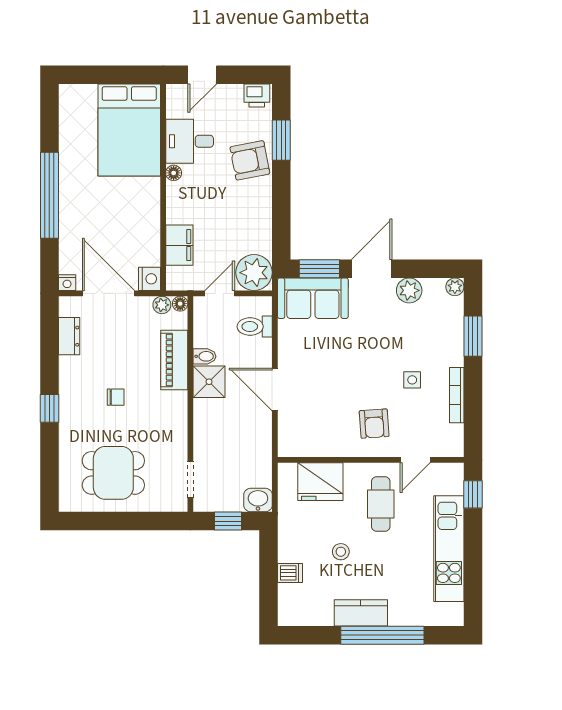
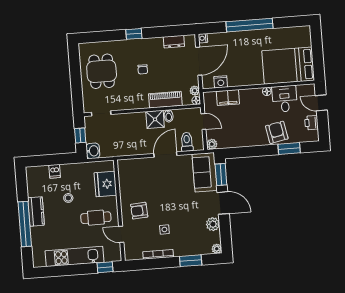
printer: (257, 96) -> (311, 123), moved
plant: (254, 273) -> (212, 144), width x0.53, depth x0.53
nightstand: (149, 279) -> (221, 82), moved
door: (275, 389) -> (165, 155), moved

